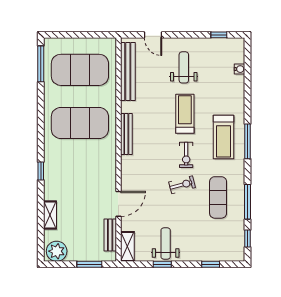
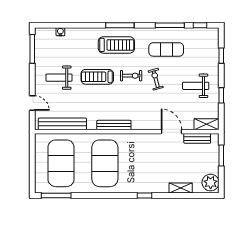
door: (153, 35) -> (32, 103), hinge flipped
window: (219, 35) -> (32, 49), width x2.17
weight bench: (166, 244) -> (196, 86), moved

